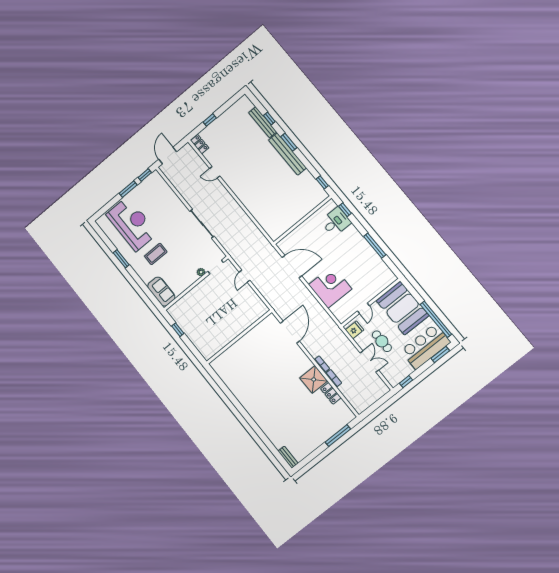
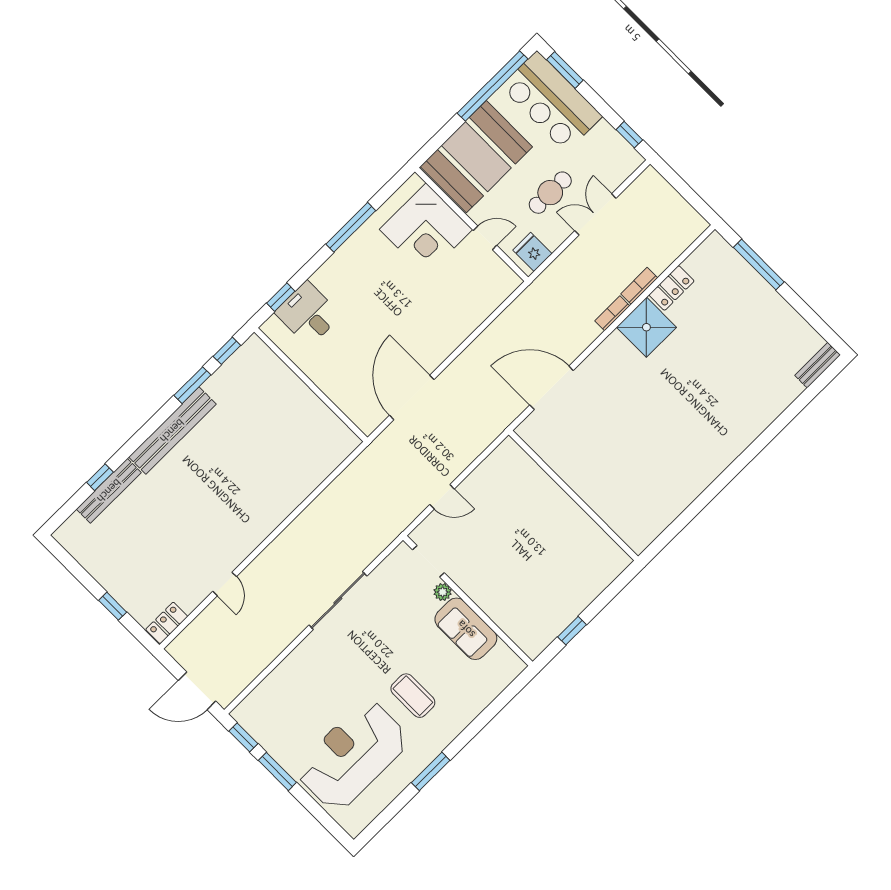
window: (289, 142) -> (192, 385), moved
corner desk: (330, 287) -> (426, 229), moved, turned -90
sofa: (161, 292) -> (466, 629), moved, turned -90

